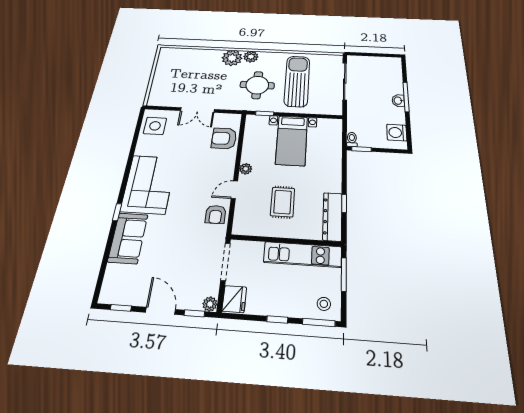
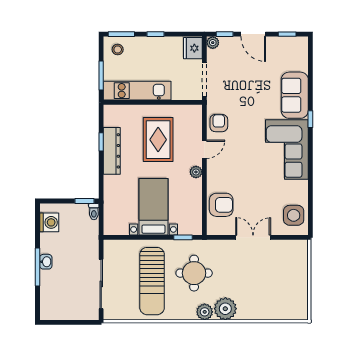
rug: (283, 202) -> (158, 140), width x1.36, depth x1.43
dresser: (332, 217) -> (112, 151), moved

